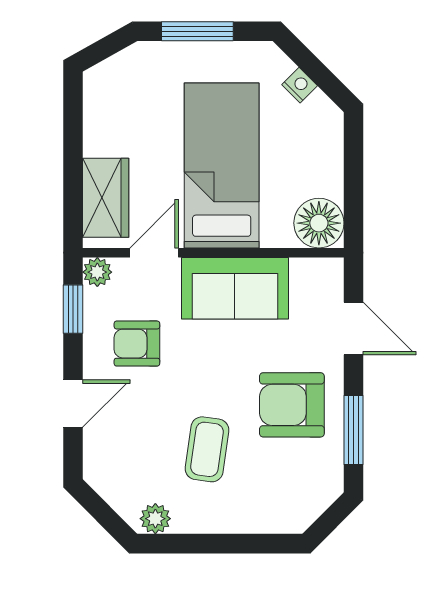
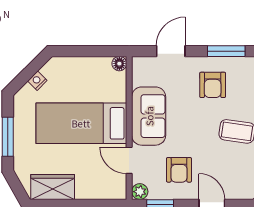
wardrobe: (106, 198) -> (53, 187), moved
floor lamp: (319, 223) -> (119, 64), width x0.53, depth x0.53
armchair: (292, 405) -> (213, 85), width x0.72, depth x0.72

